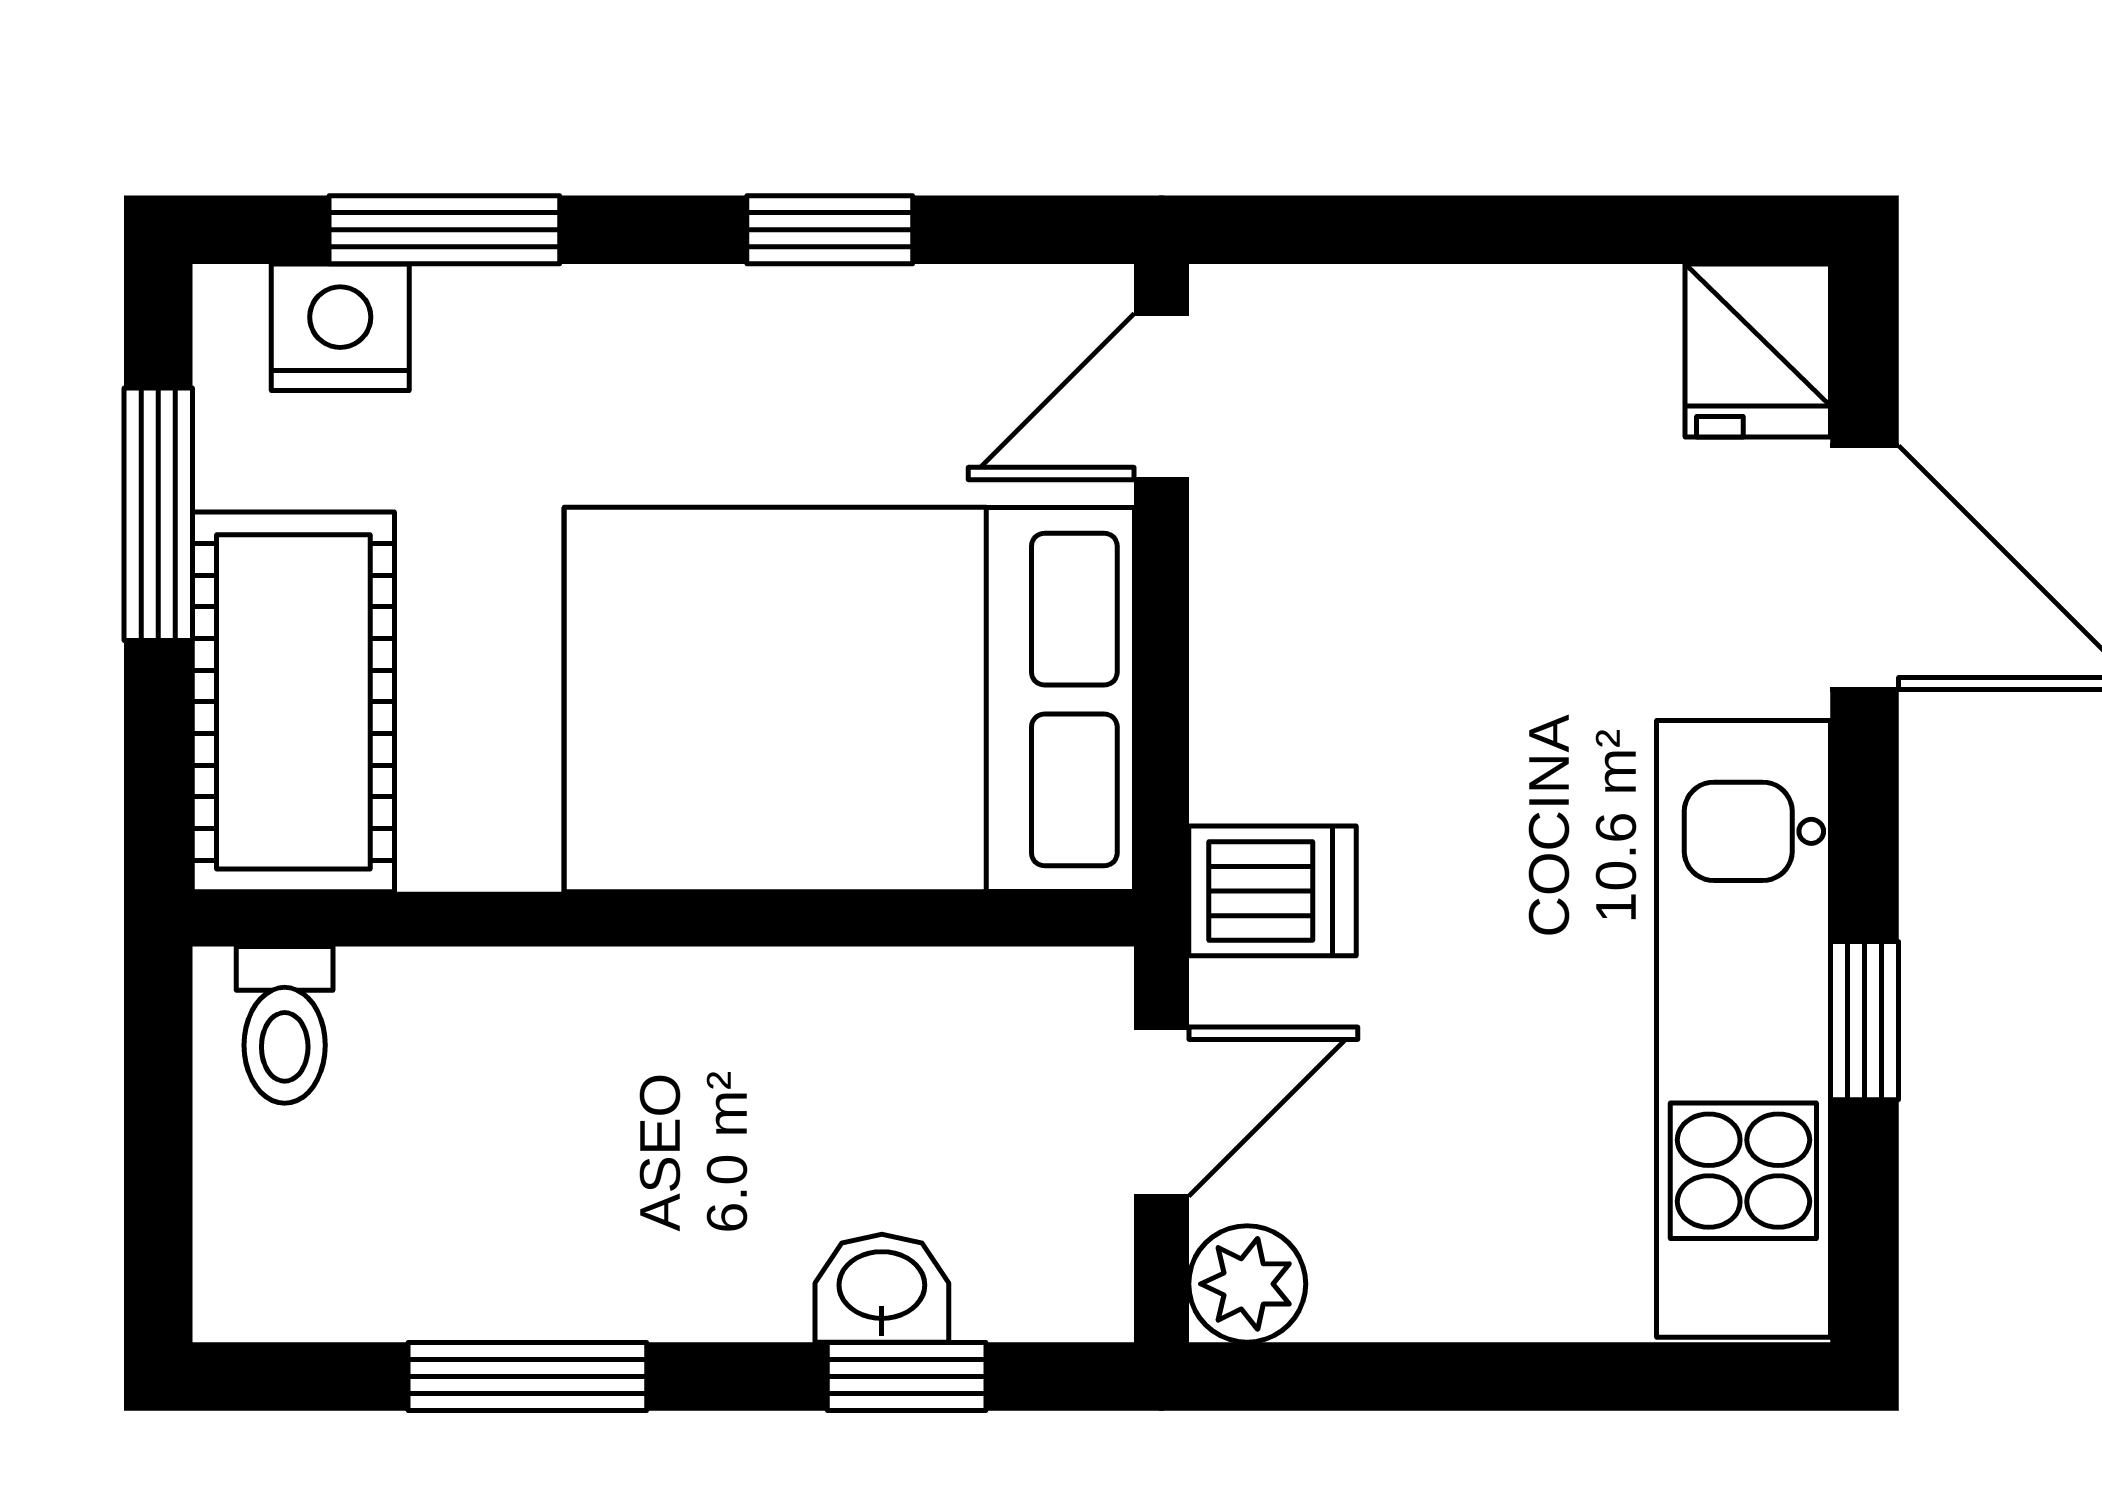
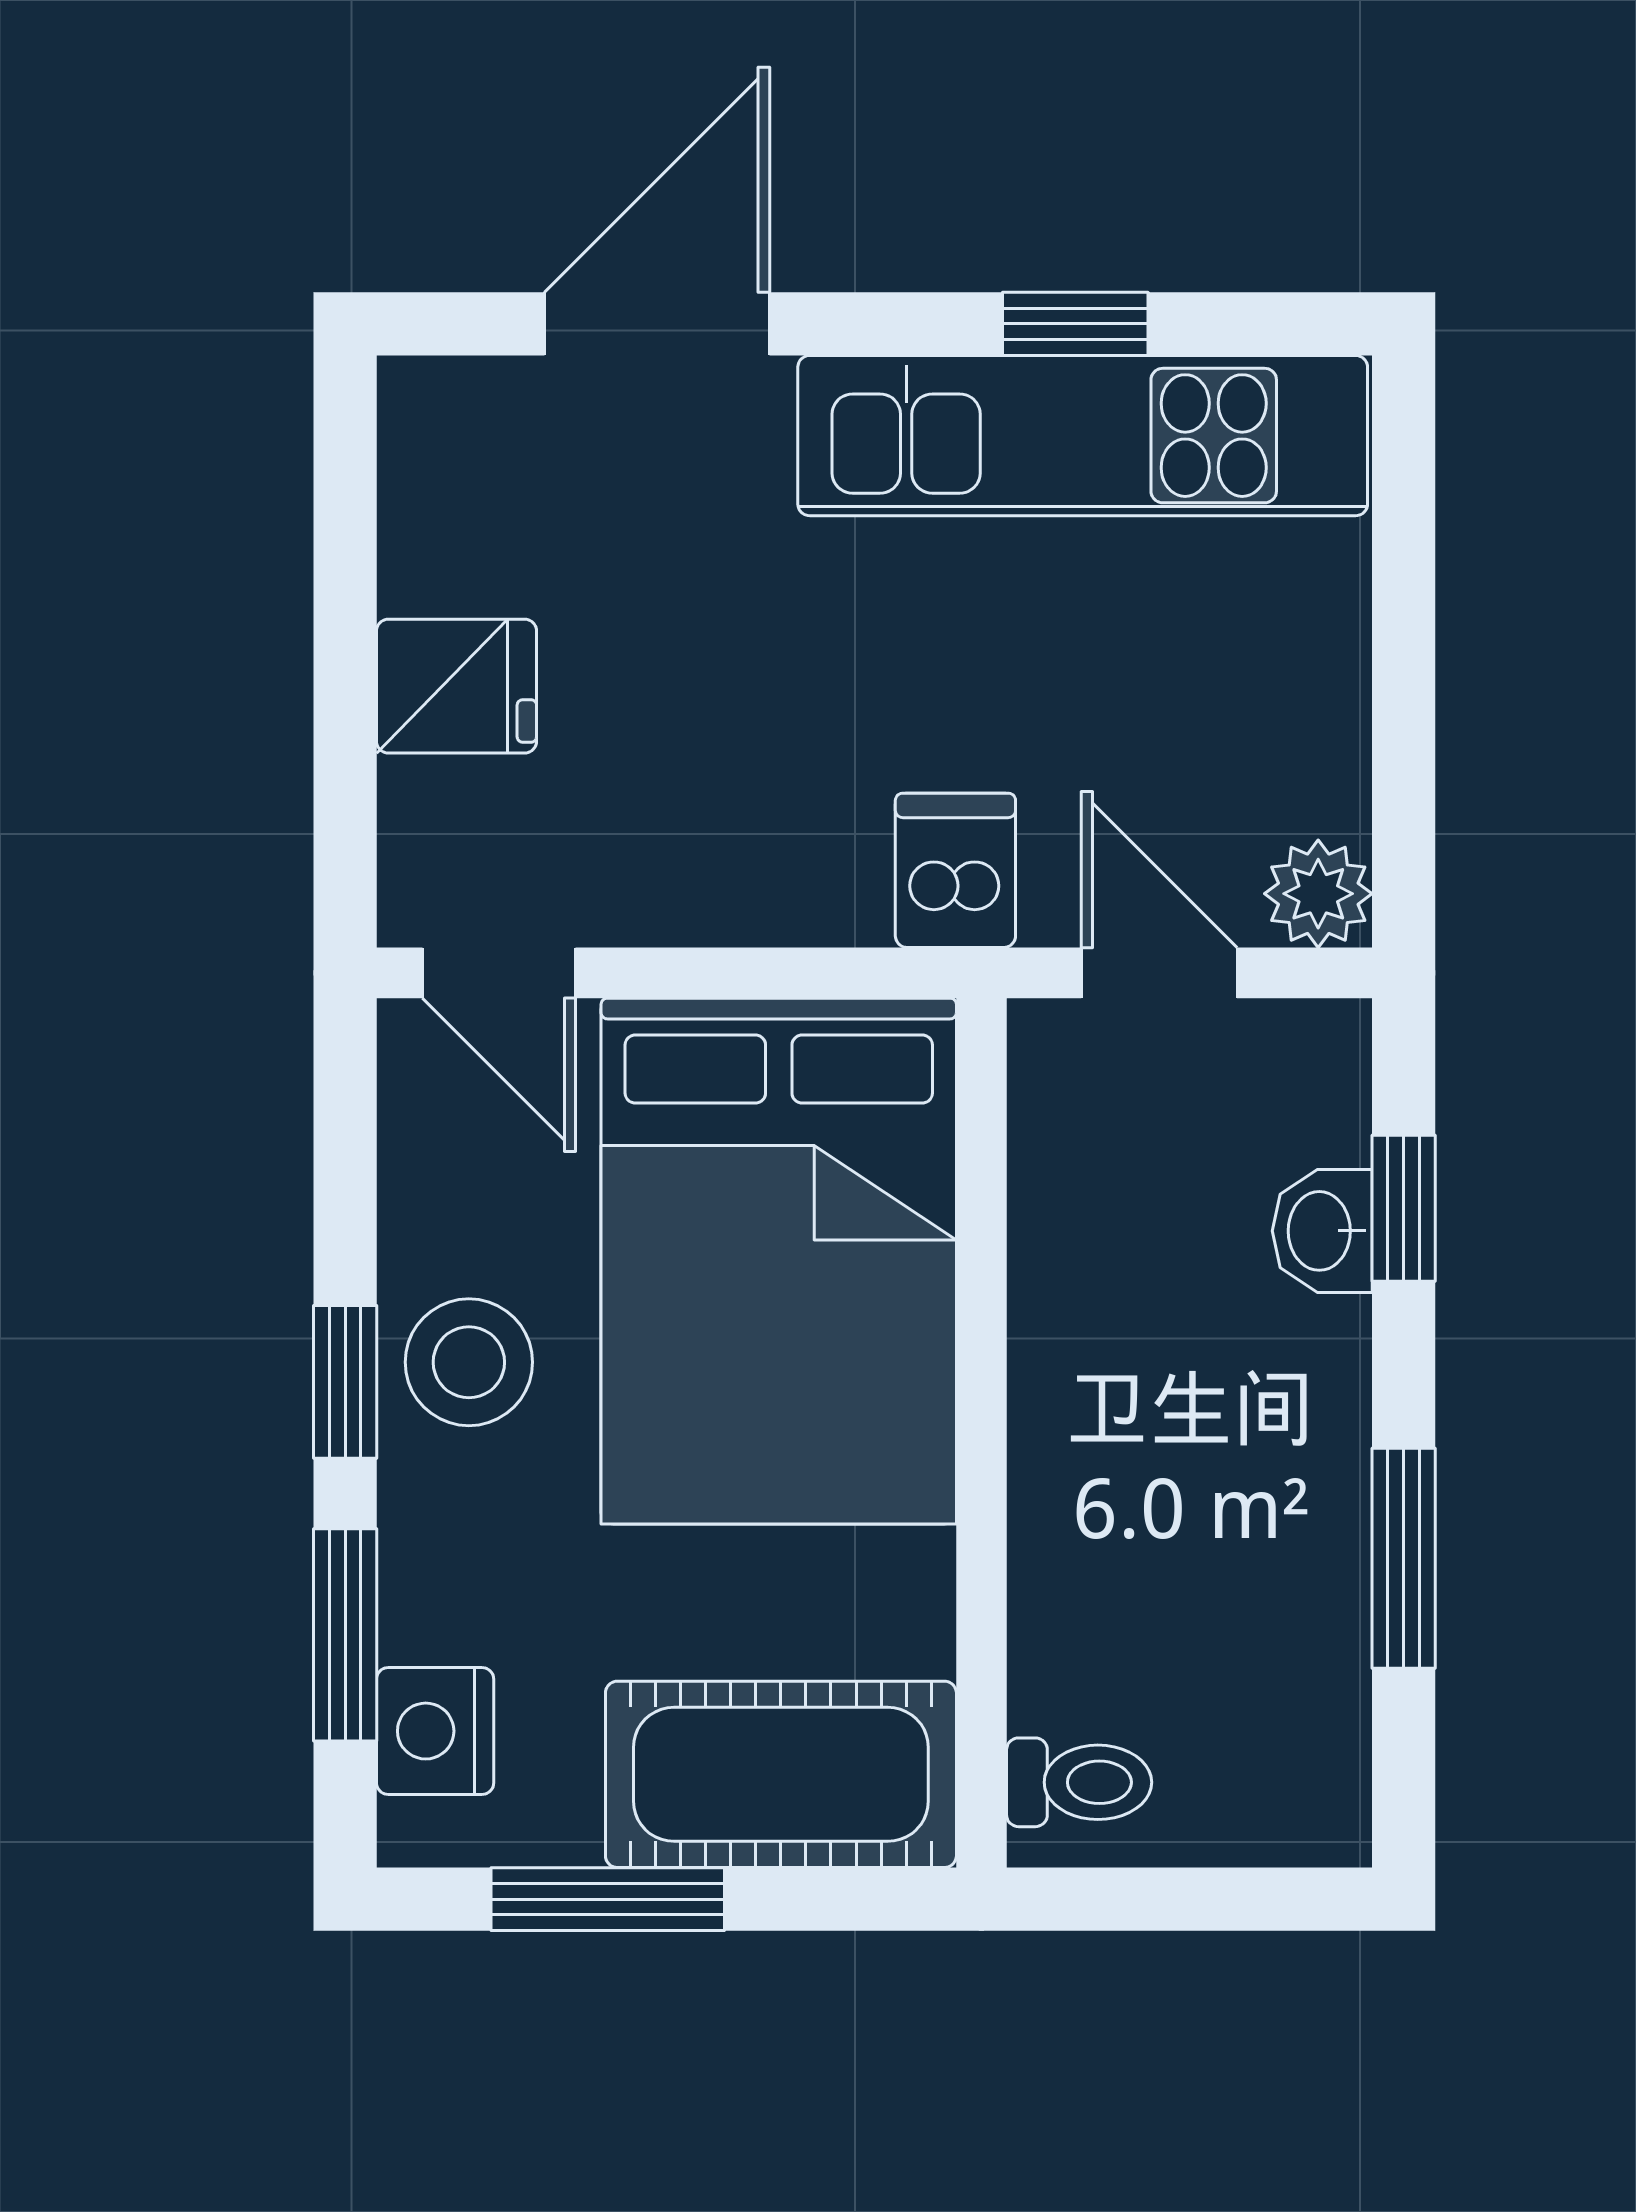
window: (830, 230) -> (345, 1382), moved
fridge: (1758, 350) -> (456, 686), moved
stool: (740, 364) -> (469, 1362), added

